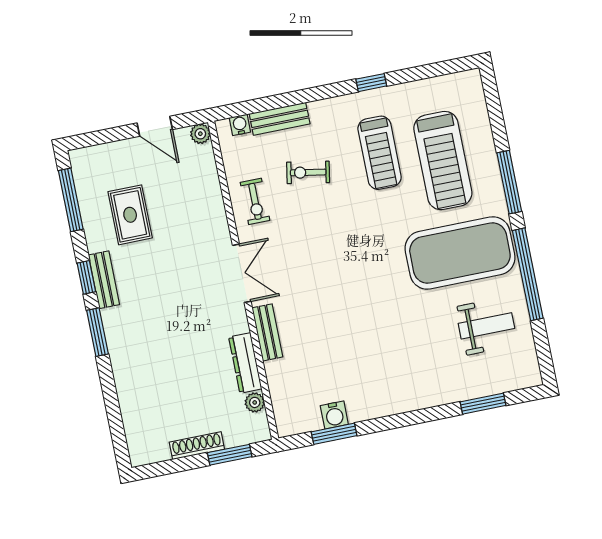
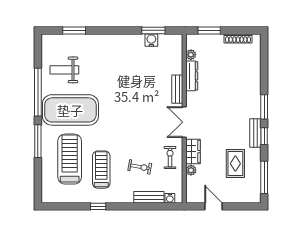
plant: (200, 134) -> (191, 170), moved
wardrobe: (214, 221) -> (193, 152), added
shoe rack: (197, 446) -> (238, 38), moved

